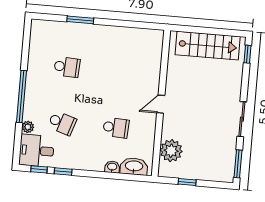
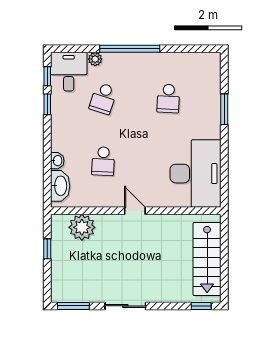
desk: (133, 49) -> (196, 174), added

